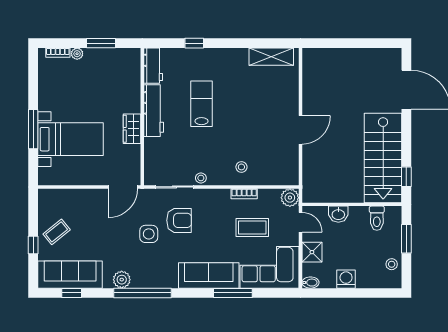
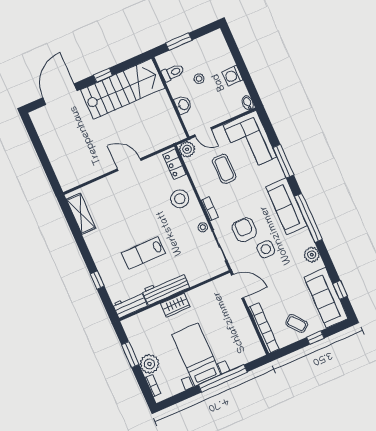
plant: (77, 54) -> (149, 364), width x1.88, depth x1.88
window: (33, 129) -> (223, 378), width x1.46
wardrobe: (132, 129) -> (175, 305), moved
bed with nightstands: (70, 139) -> (196, 355), moved
stool: (241, 167) -> (180, 199), width x1.89, depth x1.89
locker: (280, 177) -> (174, 164), added
window: (406, 177) -> (103, 75), moved
bookcase: (244, 194) -> (210, 209), moved
bookcase: (67, 195) -> (264, 328), added
door: (300, 222) -> (203, 132), swing flipped
shower: (312, 252) -> (223, 112), removed
stool: (392, 264) -> (199, 79), moved
sofa: (209, 275) -> (286, 206), moved
window: (142, 293) -> (308, 218), moved

